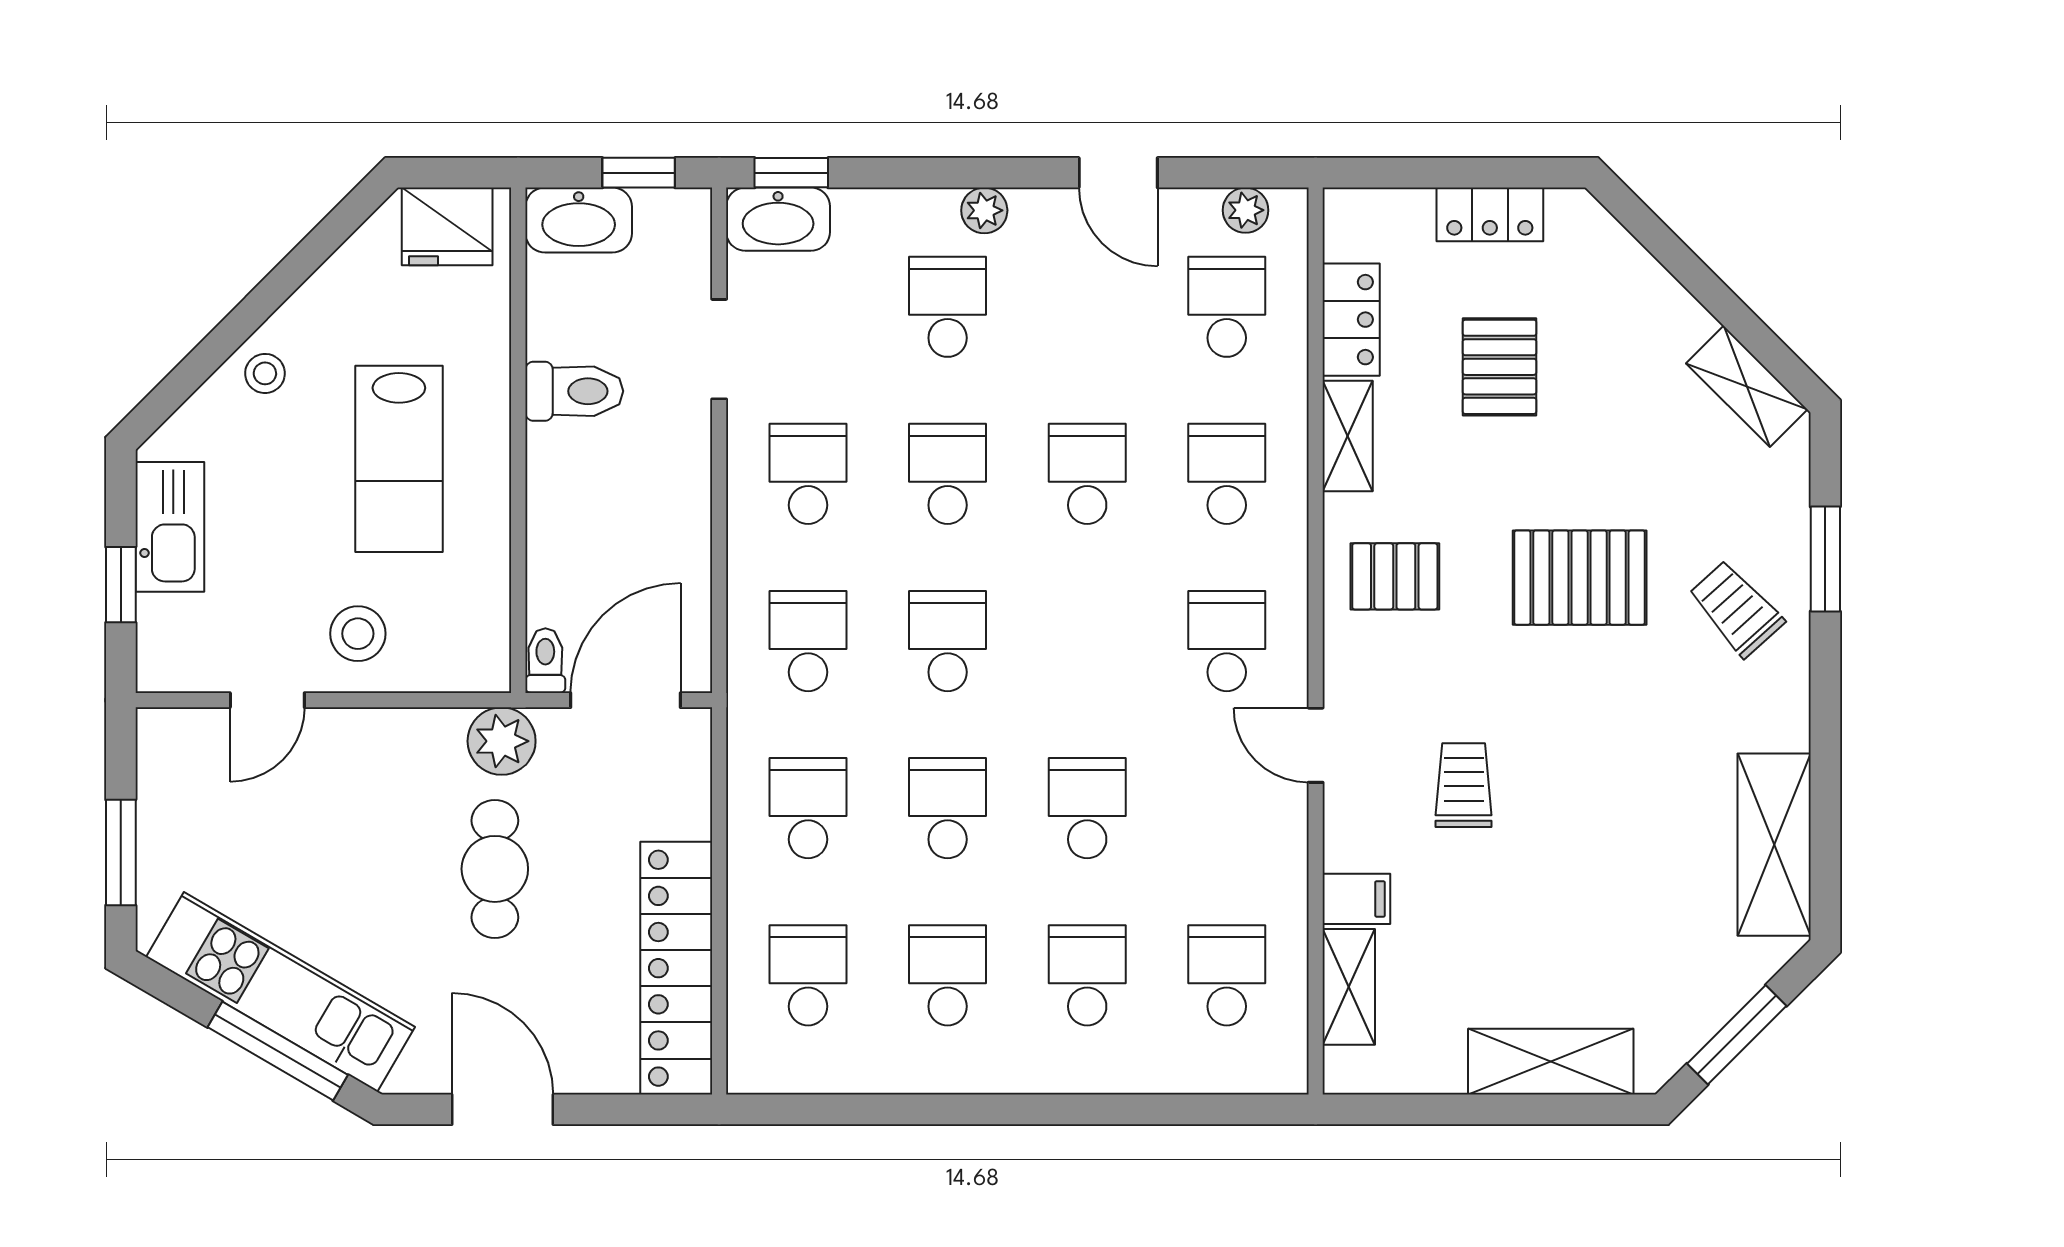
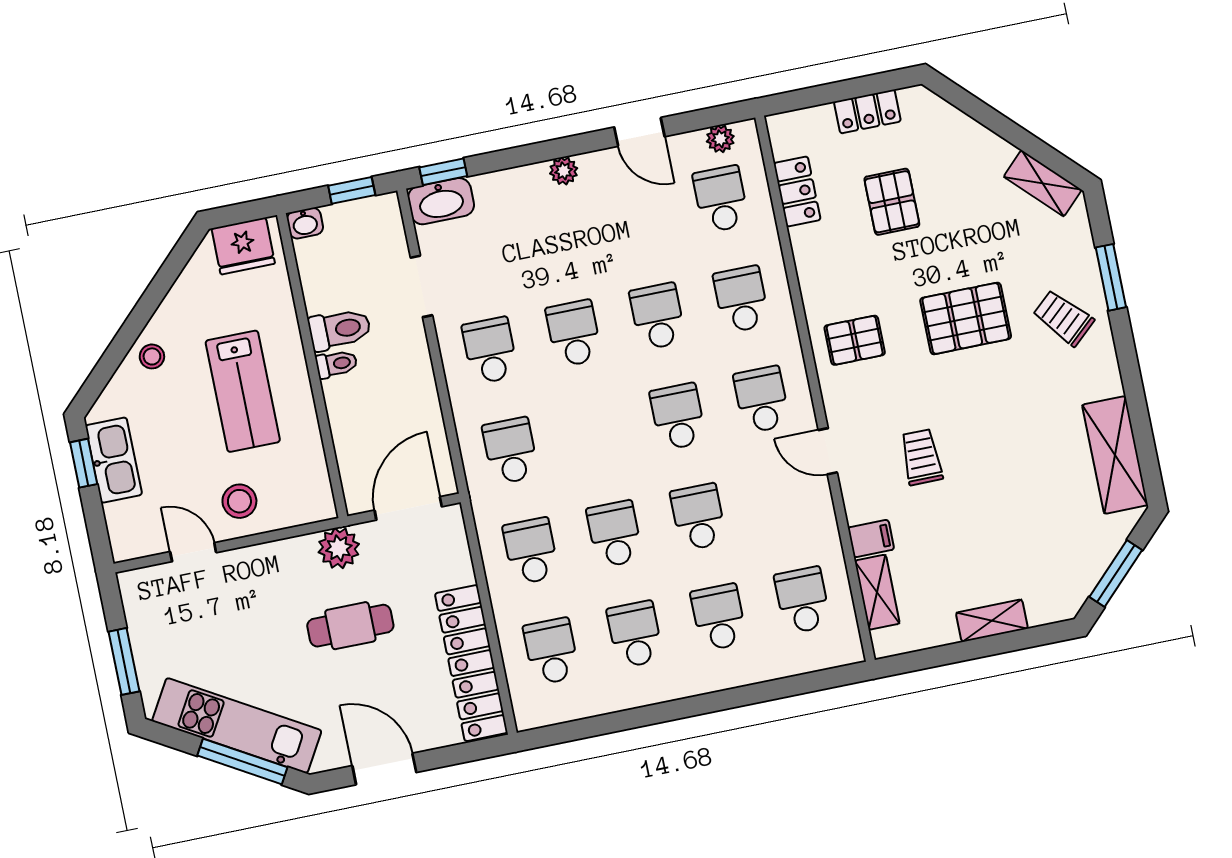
washbasin: (579, 220) -> (305, 223), width x0.52, depth x0.69
school desk: (948, 307) -> (553, 233), removed
shelving: (1348, 436) -> (809, 262), removed
window: (121, 585) -> (84, 463), moved
school desk: (948, 641) -> (678, 417), moved
toilet: (545, 661) -> (336, 364), moved, turned 90
door: (267, 700) -> (193, 552), swing flipped
cafe table: (495, 869) -> (350, 626), turned 90
shelving: (1551, 1062) -> (992, 621), width x0.67, depth x0.75

